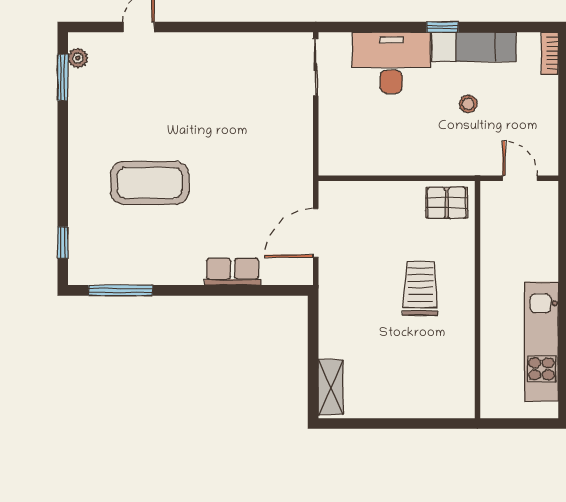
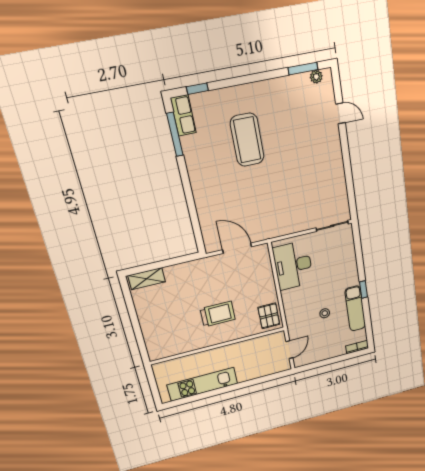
desk: (391, 63) -> (293, 265), moved, turned 180
row of seats: (233, 272) -> (183, 115), moved

